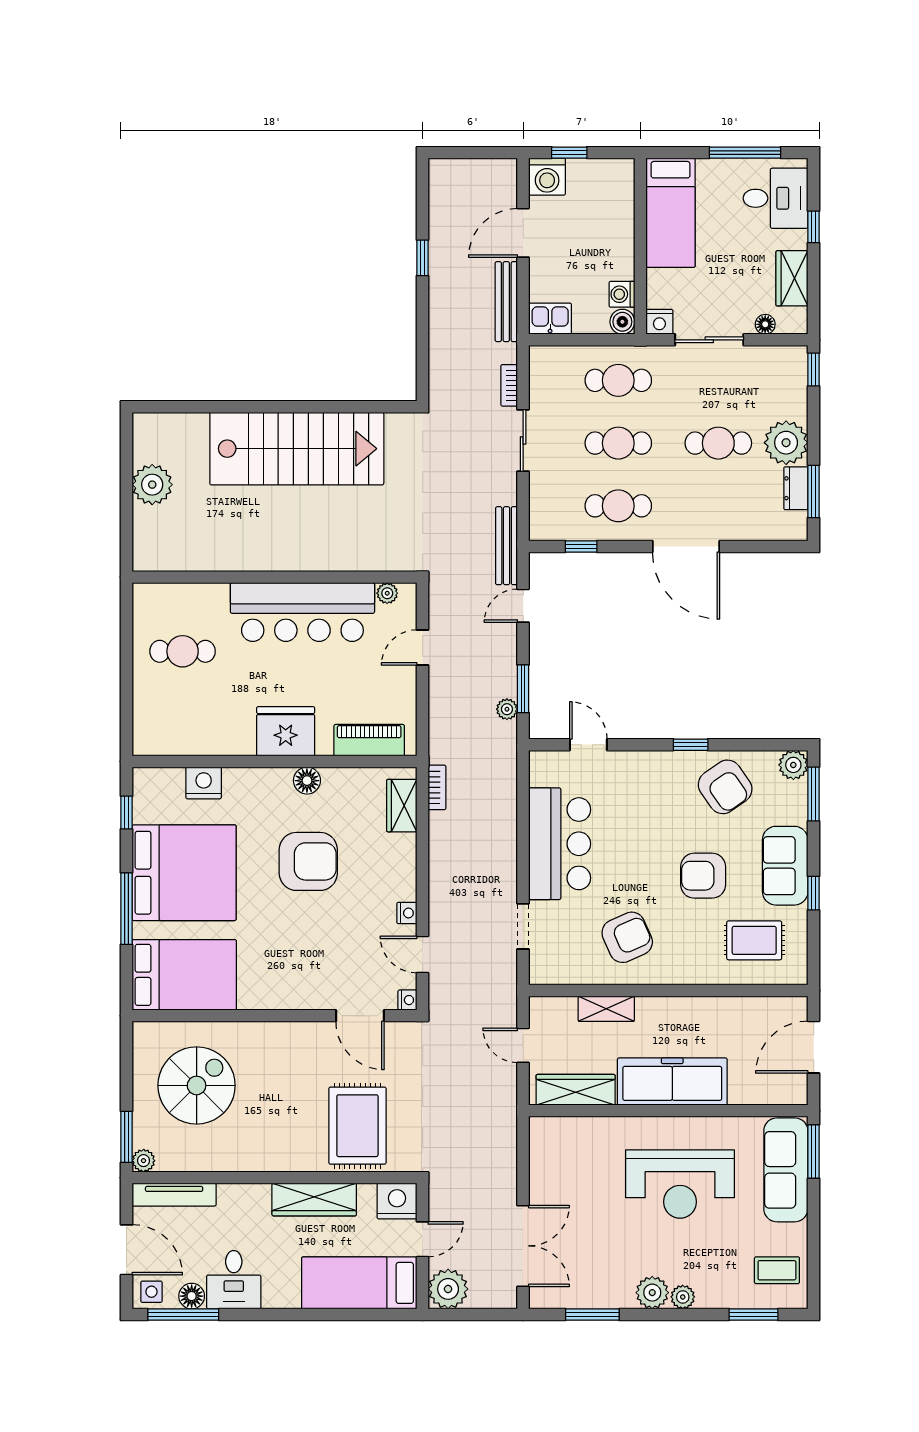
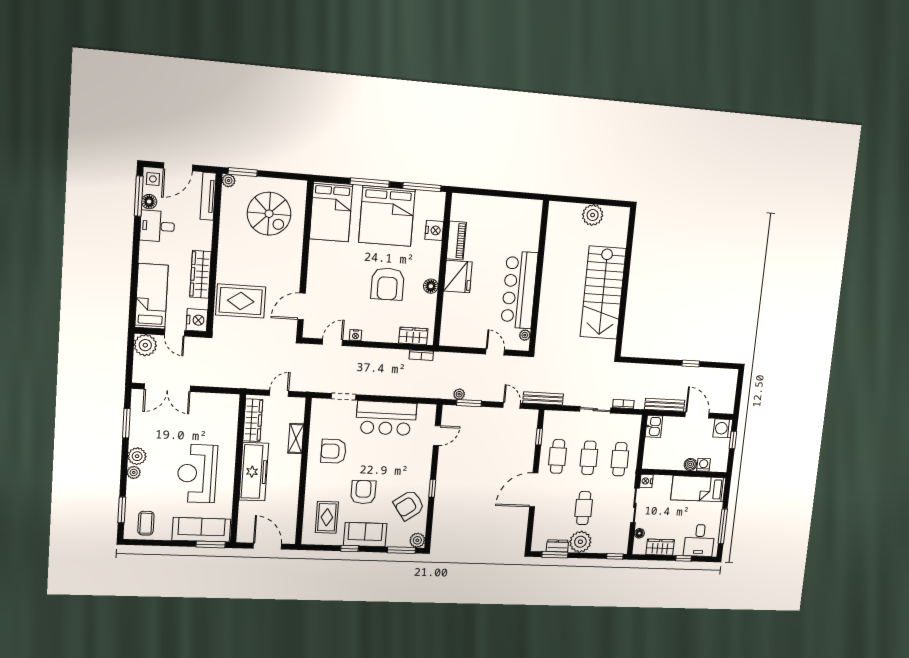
washing machine: (622, 294) -> (704, 465), moved
boiler: (622, 322) -> (690, 464), moved
cafe table: (183, 651) -> (505, 224), removed
piano: (369, 740) -> (456, 240), moved
window: (126, 813) -> (422, 187), width x2.17
armchair: (627, 937) -> (334, 451), turned 114
nightstand: (407, 1000) -> (308, 333), removed

